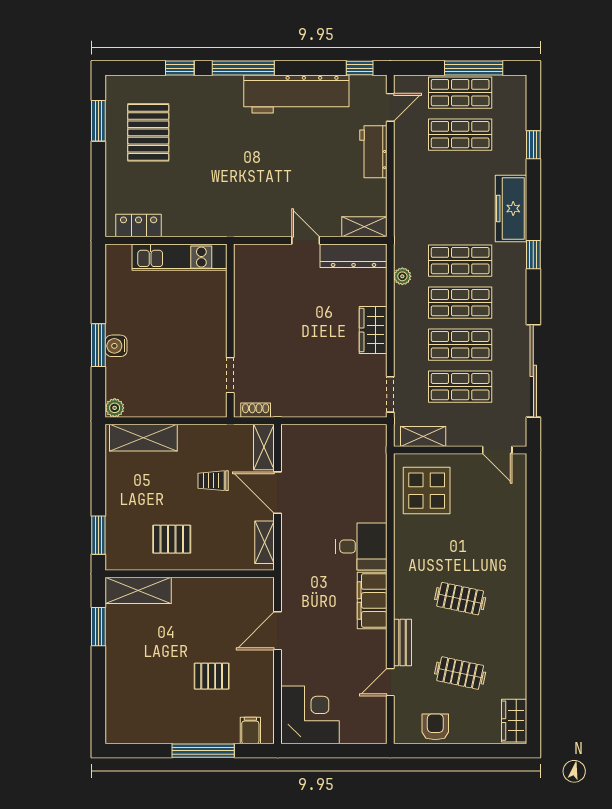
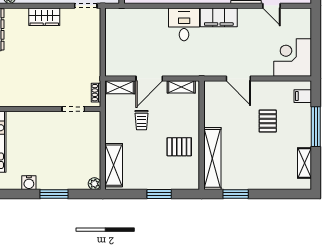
water cooler: (116, 346) -> (29, 183), moved
window: (98, 535) -> (159, 194), moved
pallet: (172, 539) -> (179, 147), turned 90
shelving: (138, 590) -> (212, 158), width x1.47
shelving: (147, 733) -> (305, 163), added

